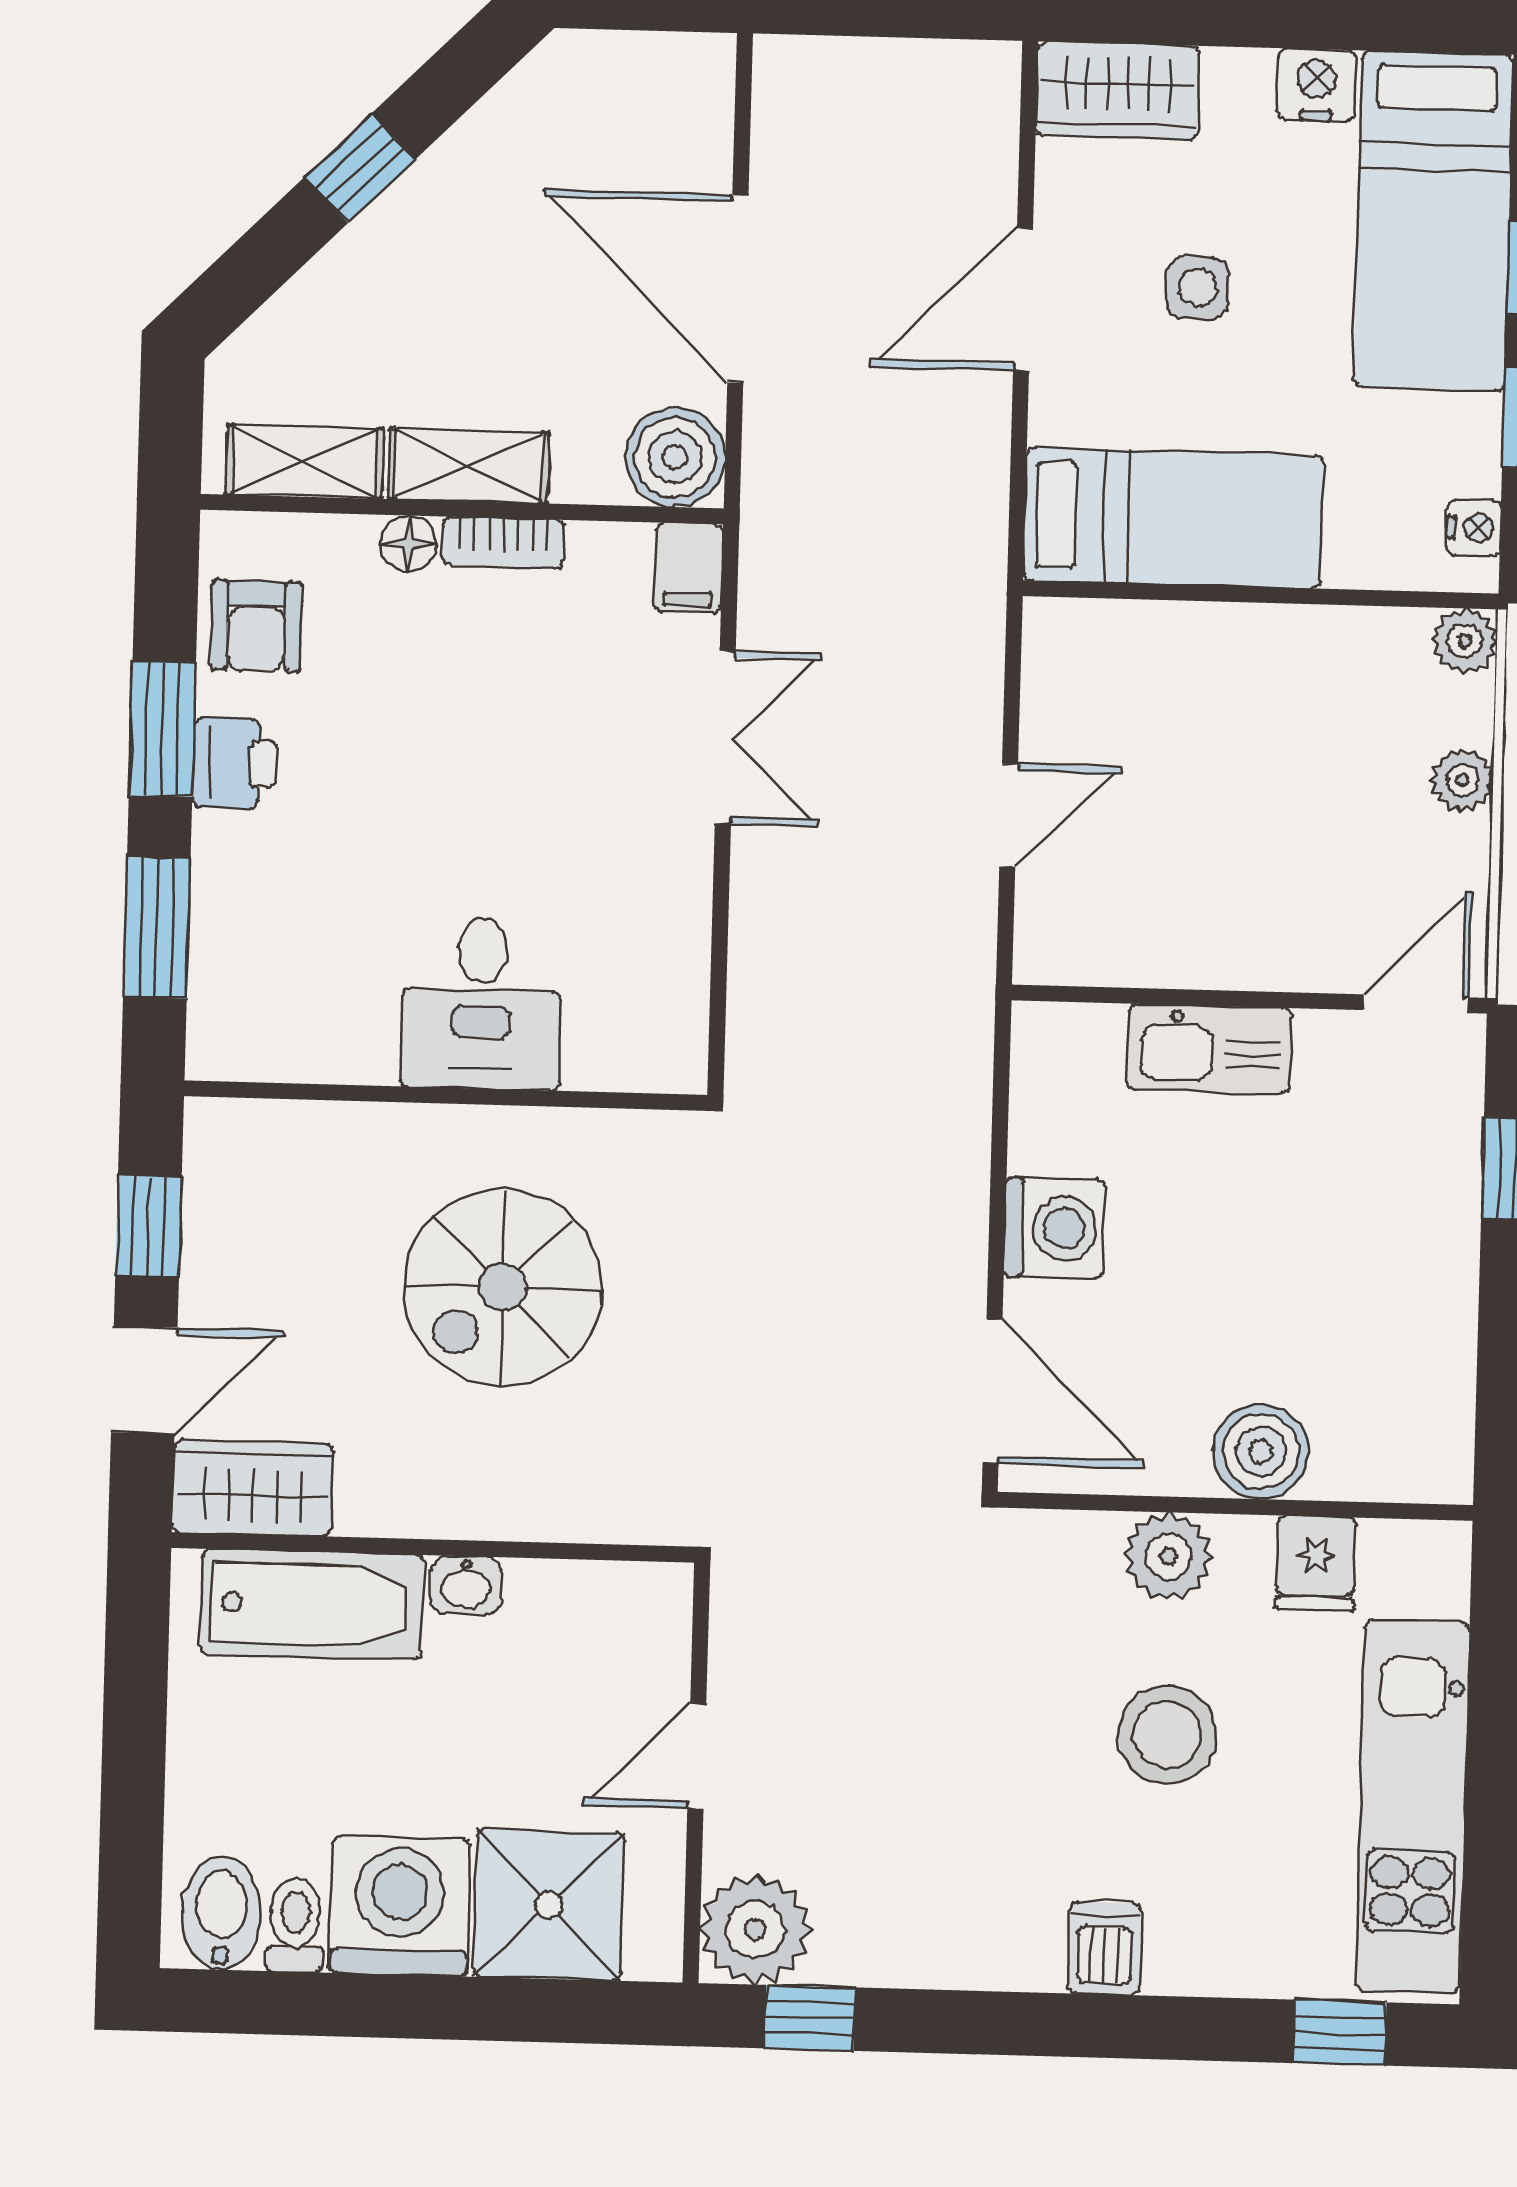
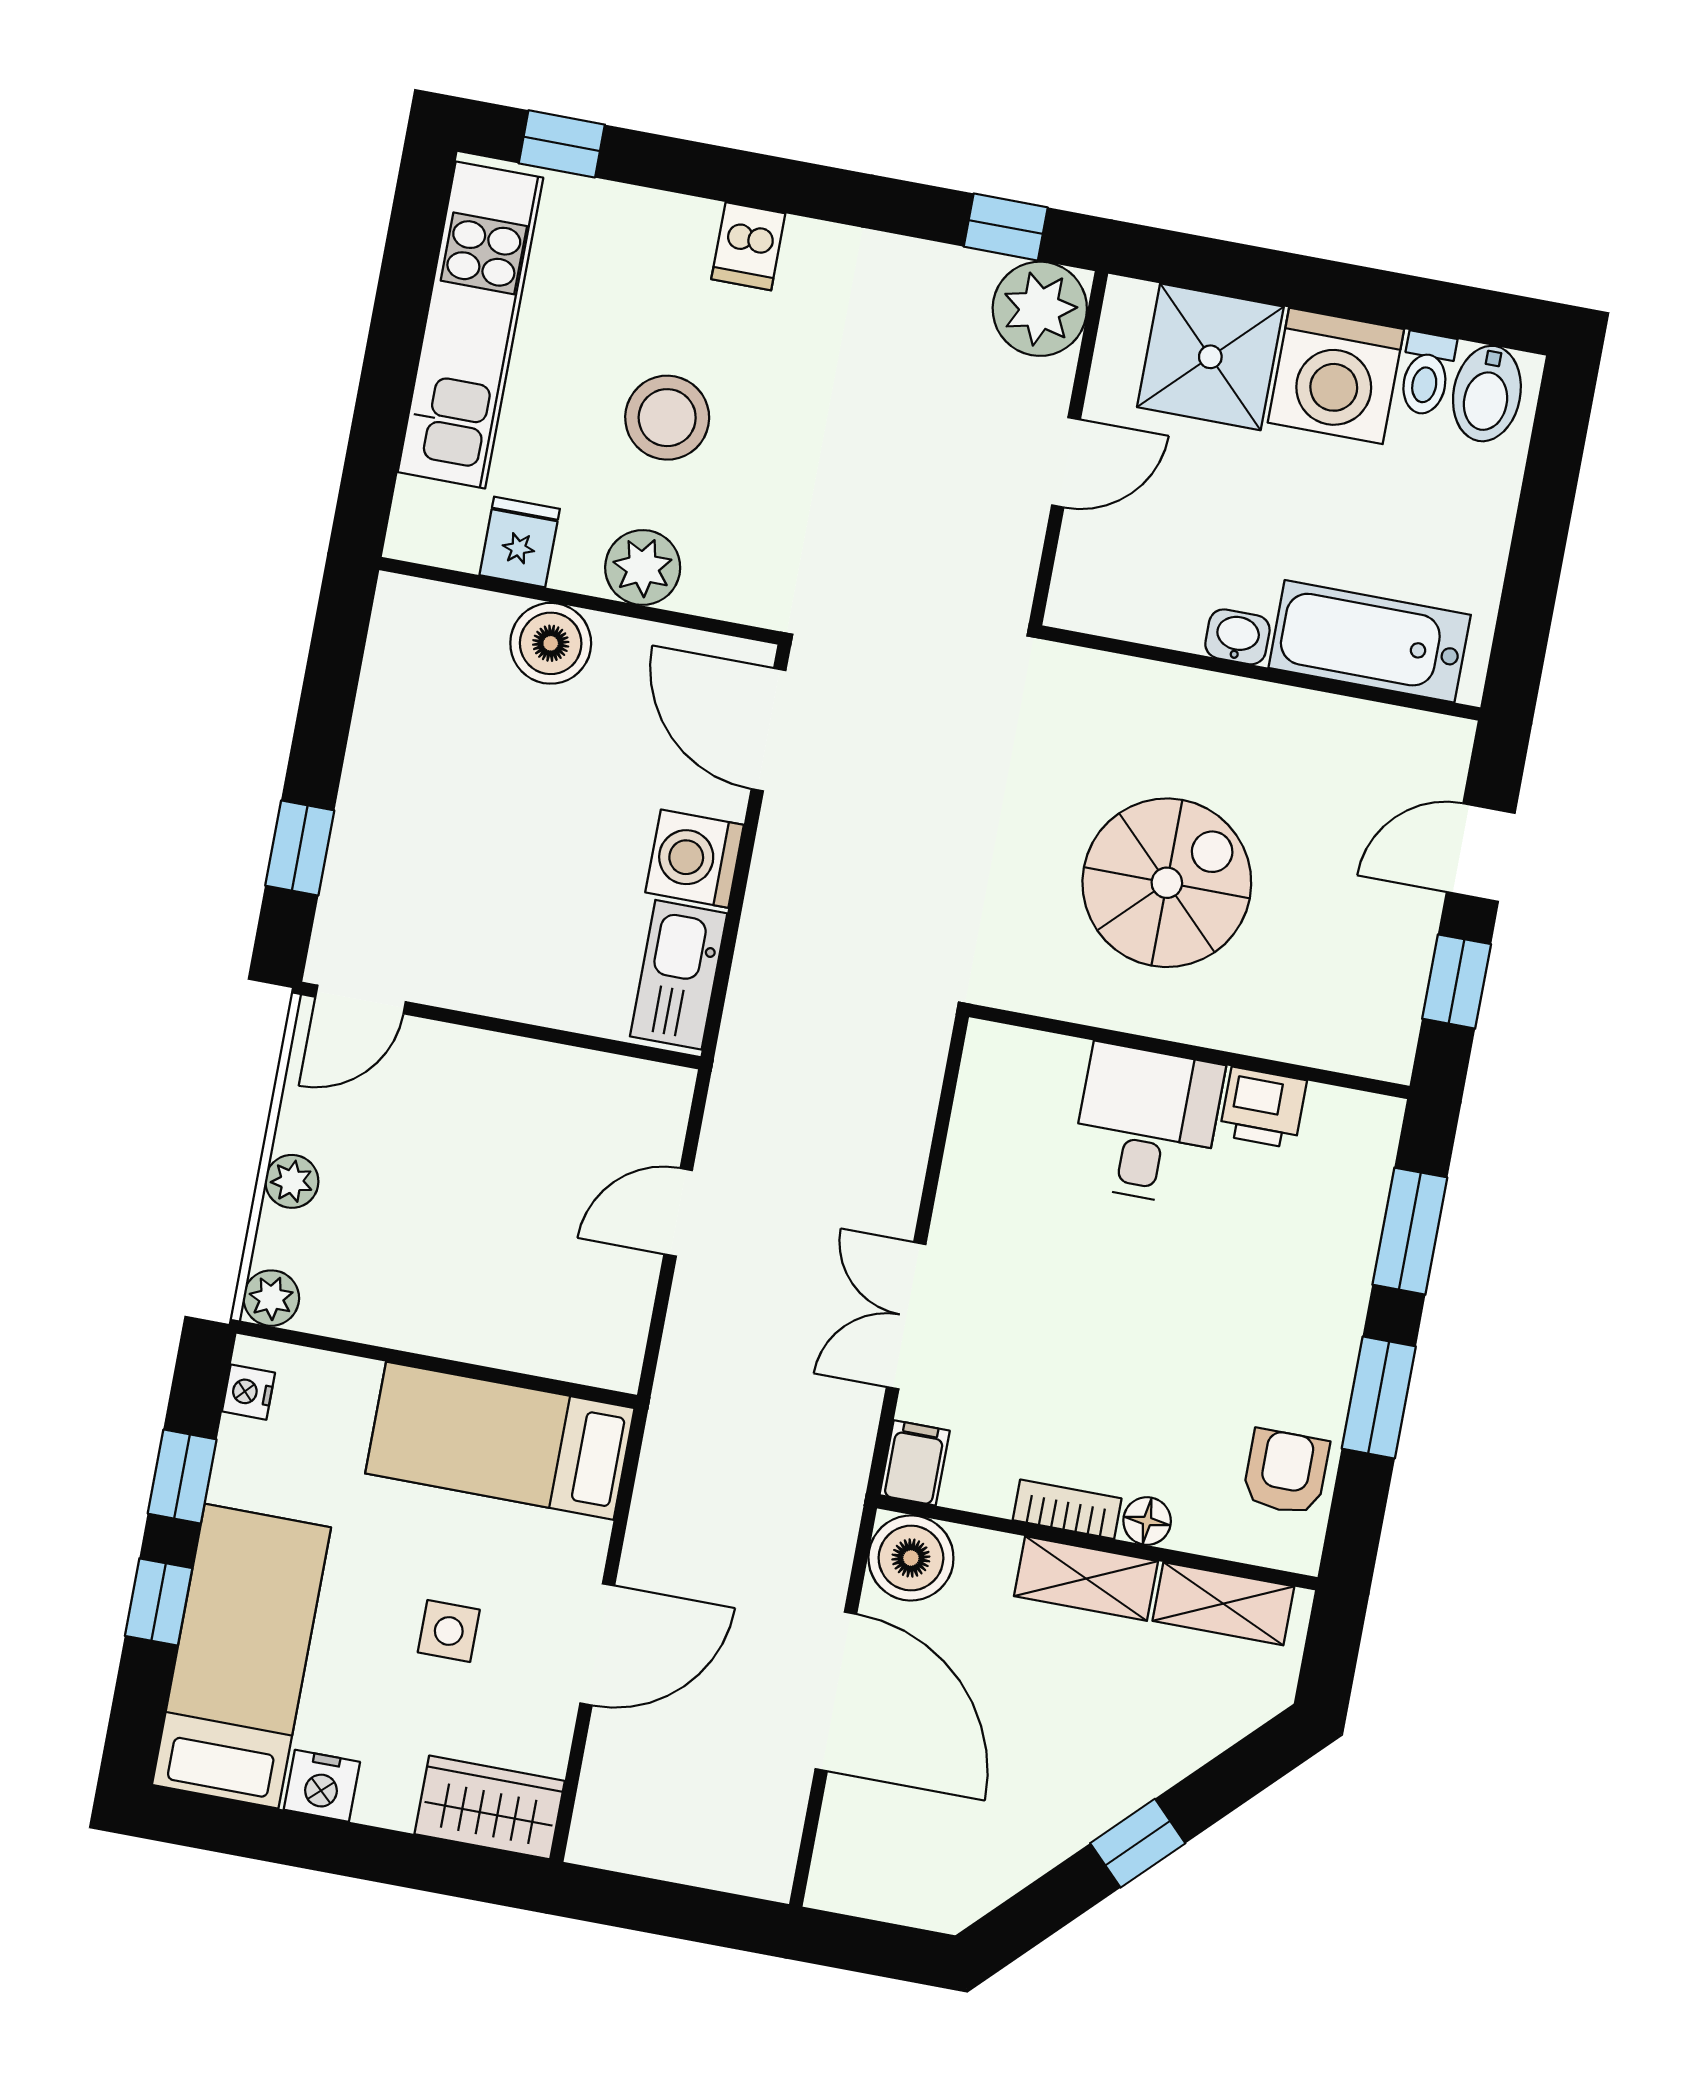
printer: (234, 763) -> (1263, 1108), moved, turned -90
kitchen sink: (1209, 1049) -> (679, 975), moved, turned -90
wardrobe: (253, 1488) -> (1404, 747), removed

